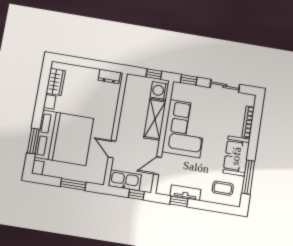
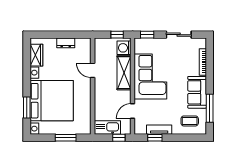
dresser: (109, 76) -> (66, 43), moved
door: (112, 149) -> (93, 70), moved

